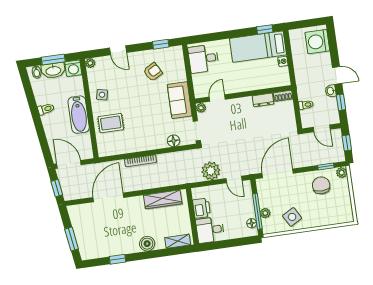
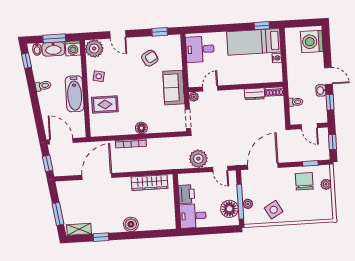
plant: (90, 63) -> (94, 49), width x1.88, depth x1.88
window: (27, 85) -> (27, 61), added
floor lamp: (174, 141) -> (141, 128), moved
plant: (342, 173) -> (326, 184), moved
floor lamp: (252, 223) -> (229, 209), width x1.89, depth x1.89
shelving: (178, 241) -> (79, 229), moved

